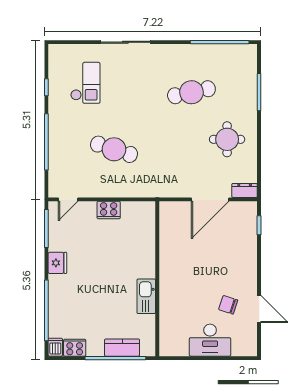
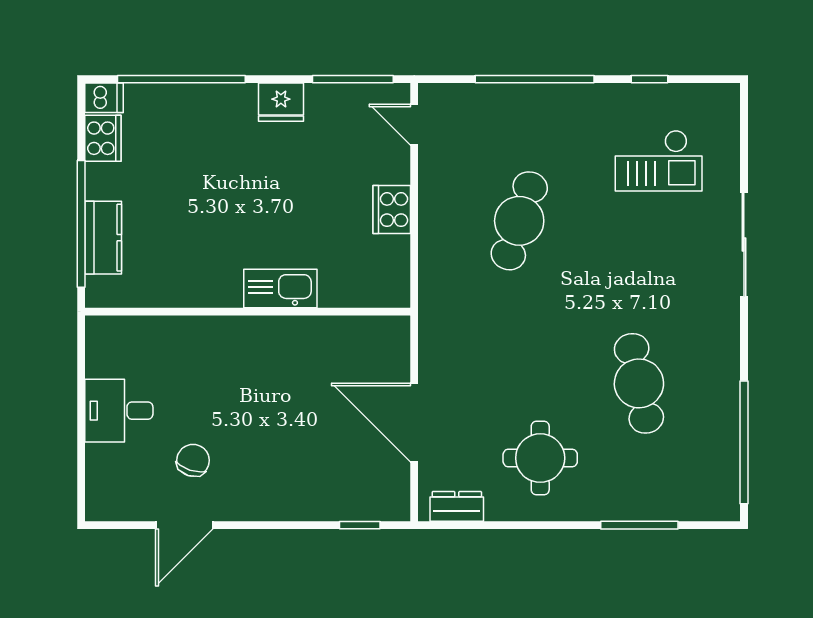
dresser: (245, 190) -> (457, 506), moved, turned -90
kitchen sink: (146, 296) -> (280, 288), moved
desk: (210, 340) -> (119, 411), width x0.73

